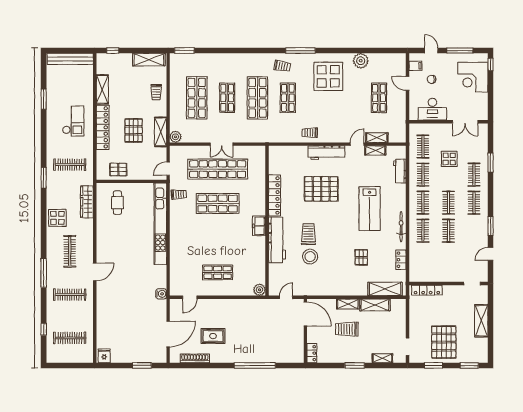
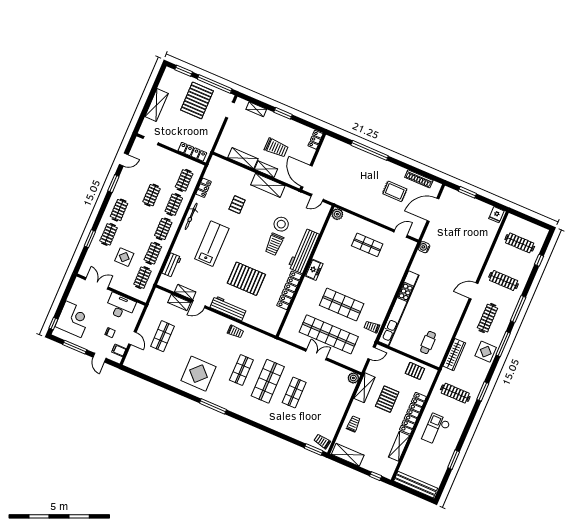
plant: (361, 61) -> (165, 375), removed
trolley: (282, 66) -> (322, 441), moved
shop shelf: (197, 98) -> (320, 404), removed
clothes rail: (448, 203) -> (184, 180), moved
window: (44, 233) -> (503, 344), added
shelving: (385, 289) -> (268, 185), moved
window: (433, 365) -> (215, 84), width x2.11

